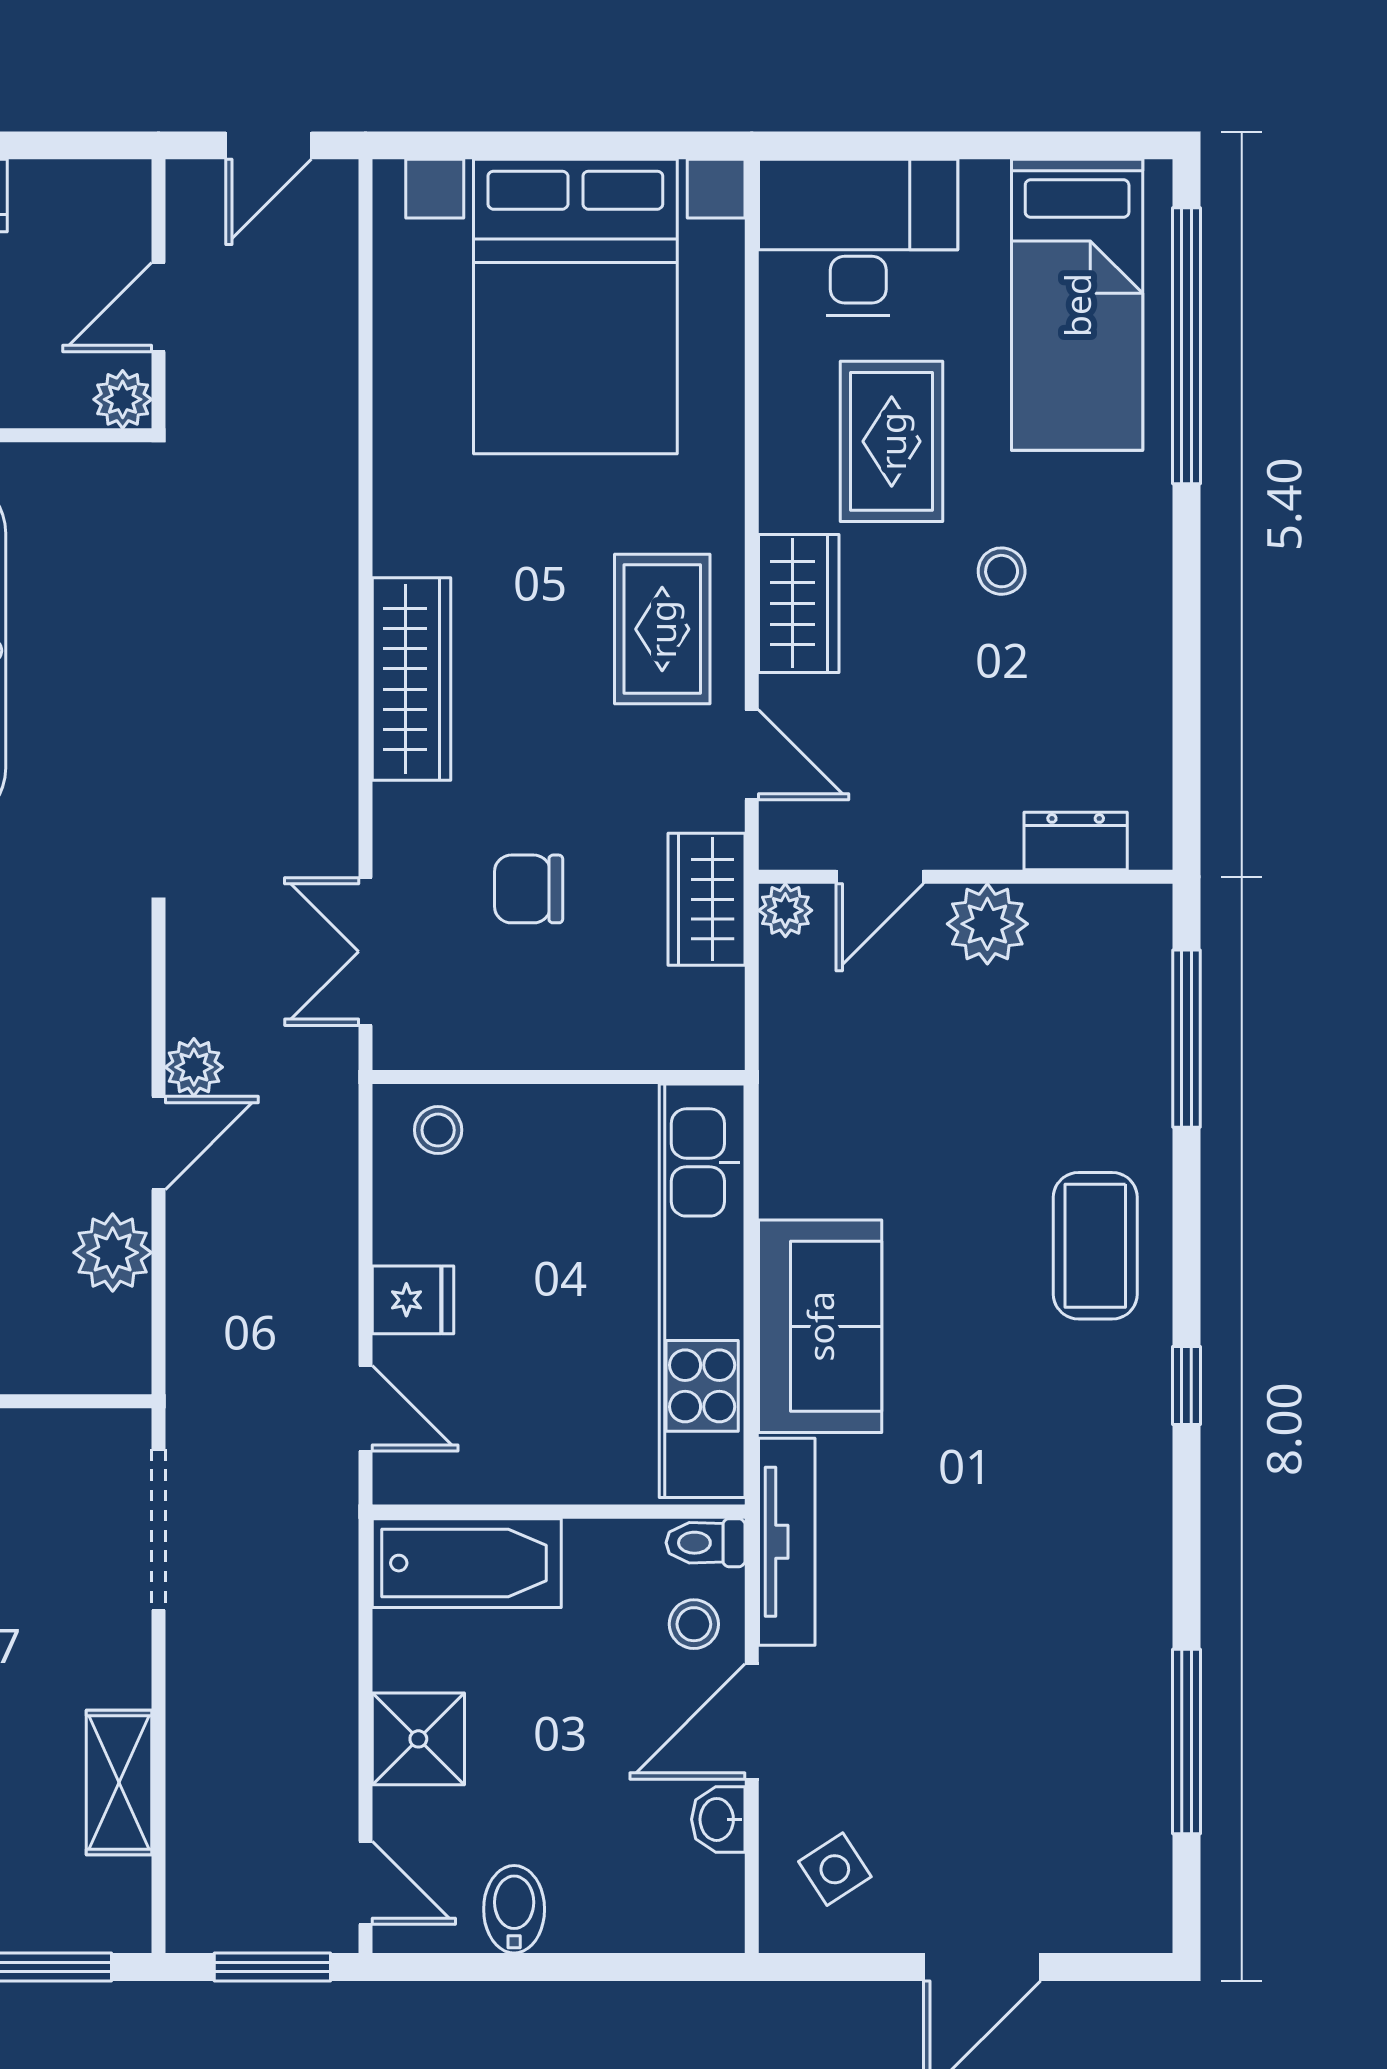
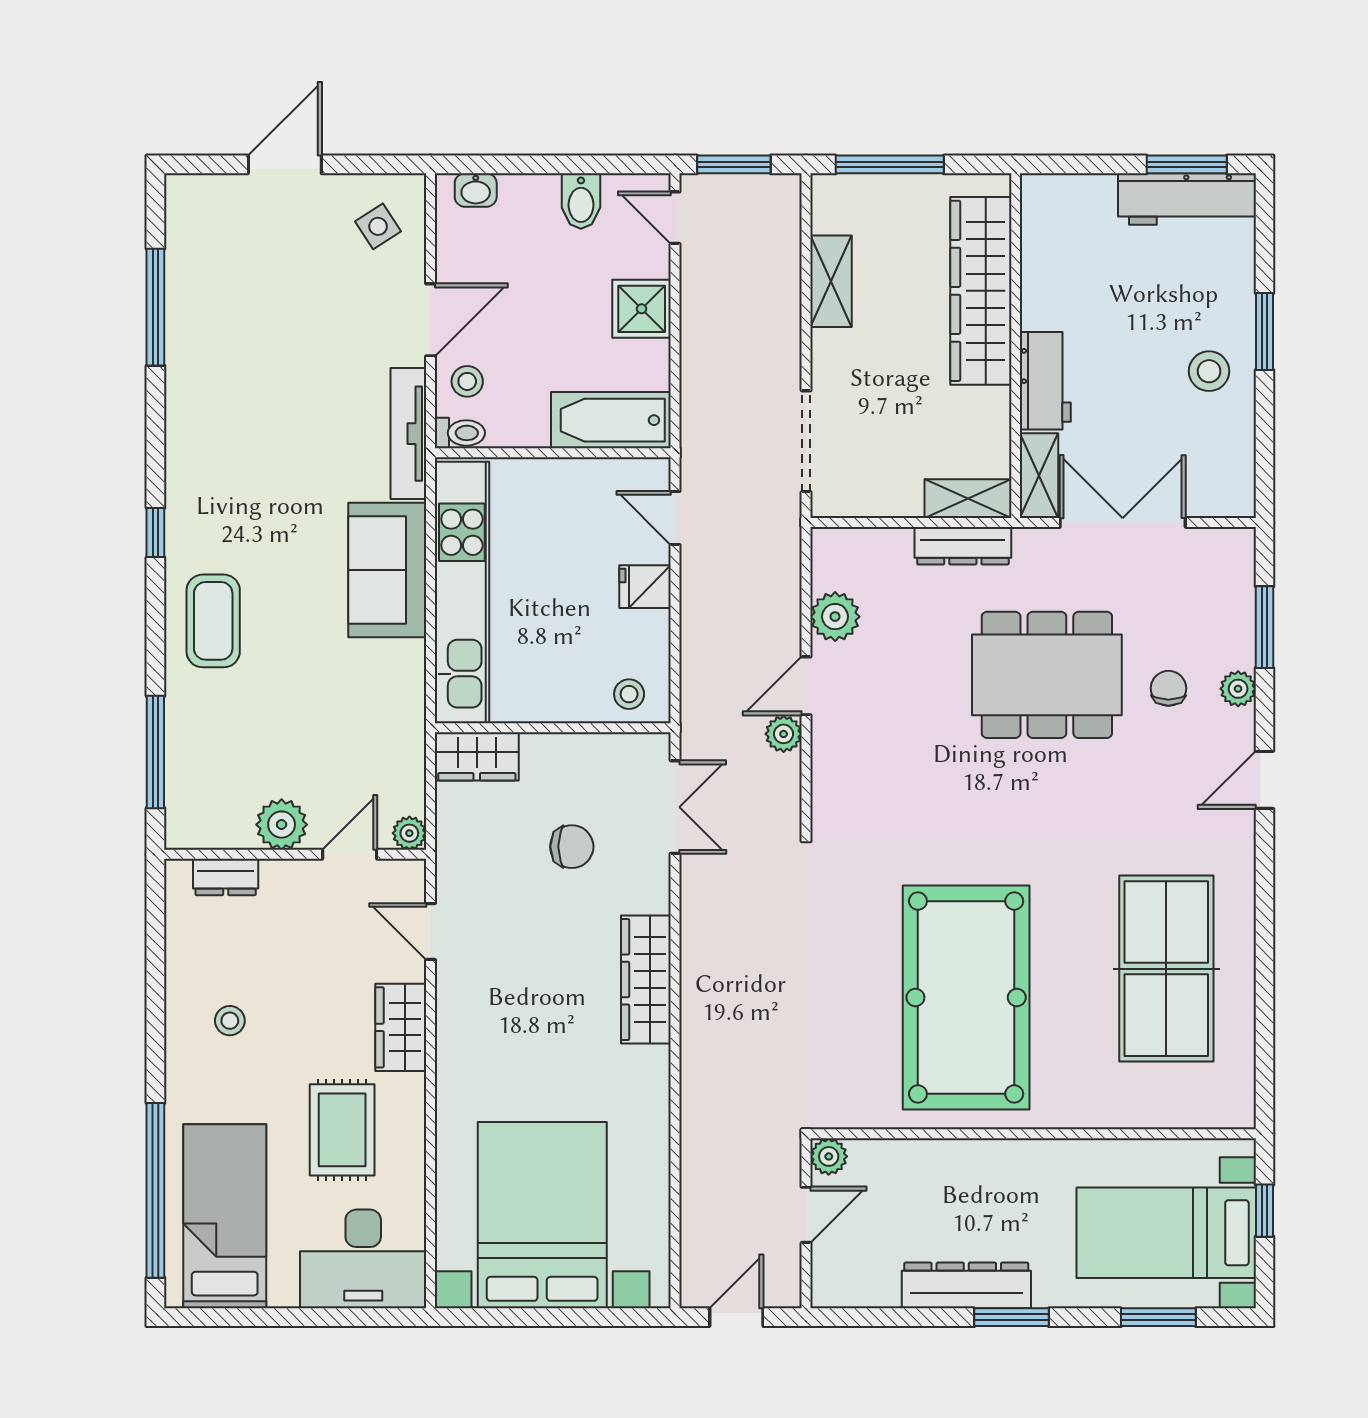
stool: (1002, 571) -> (230, 1021), moved
rug: (662, 629) -> (487, 1011), removed
wardrobe: (707, 899) -> (477, 756), moved, turned 90
washbasin: (718, 1819) -> (476, 190), moved, turned 90

